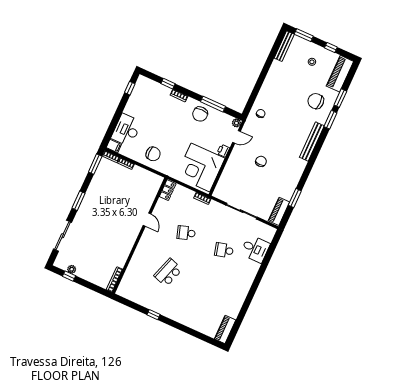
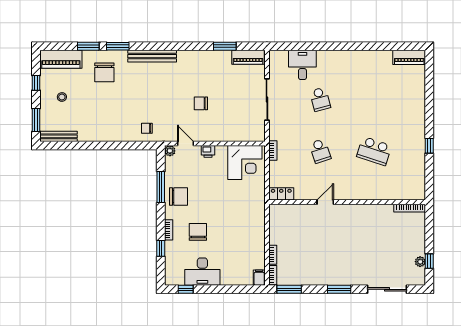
desk: (126, 130) -> (202, 272), moved
chair: (153, 154) -> (198, 232), moved
corner desk: (200, 167) -> (245, 163), width x0.74, depth x0.74

